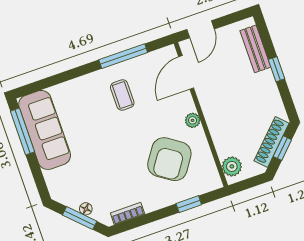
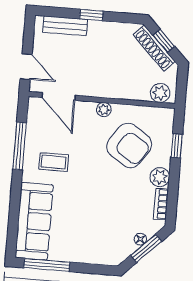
sofa: (45, 130) -> (34, 221), moved, turned 90
plant: (152, 201) -> (160, 177), added

